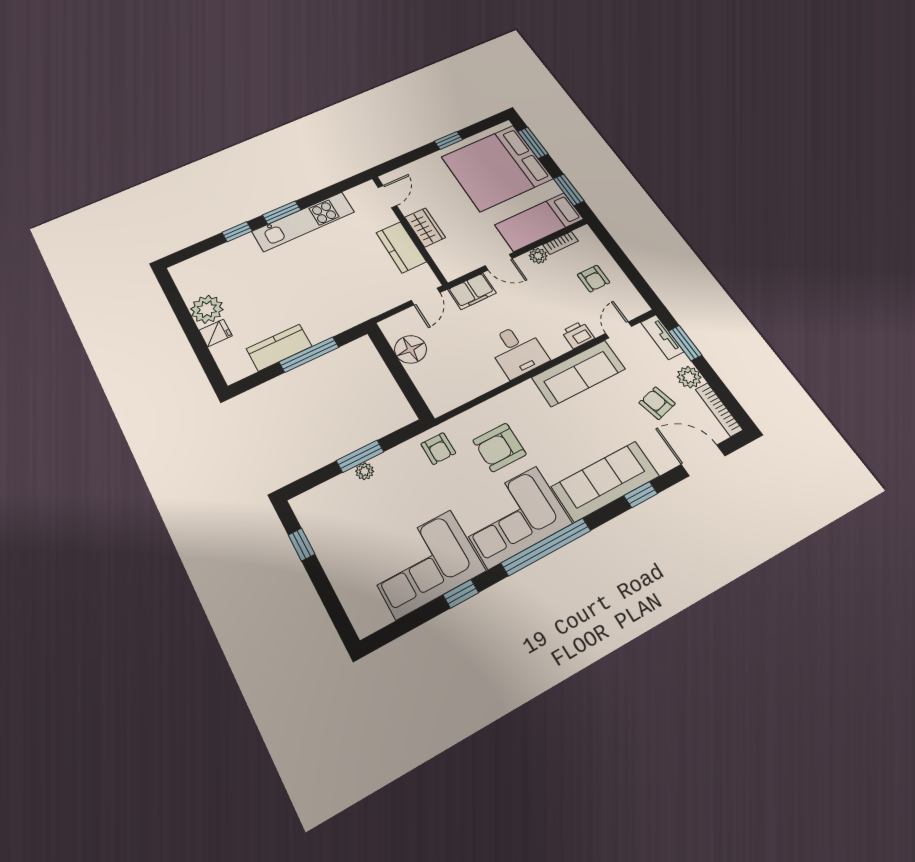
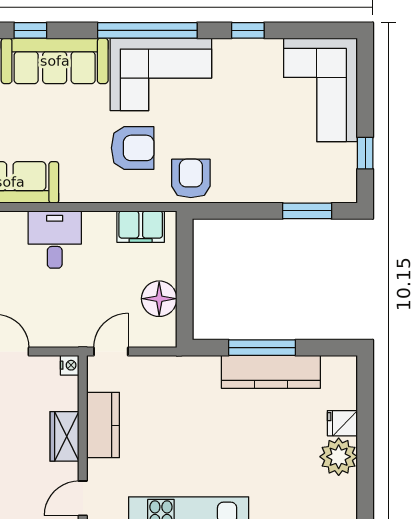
nightstand: (451, 273) -> (70, 365), added
filing cabinet: (472, 291) -> (141, 227), moved, turned 180
kitchen counter: (279, 347) -> (271, 372), width x1.50
armchair: (438, 449) -> (191, 178), width x1.38, depth x1.38
window: (360, 456) -> (307, 211), moved
plant: (365, 471) -> (272, 193), removed
corner sofa: (424, 564) -> (320, 90), moved, turned 90

